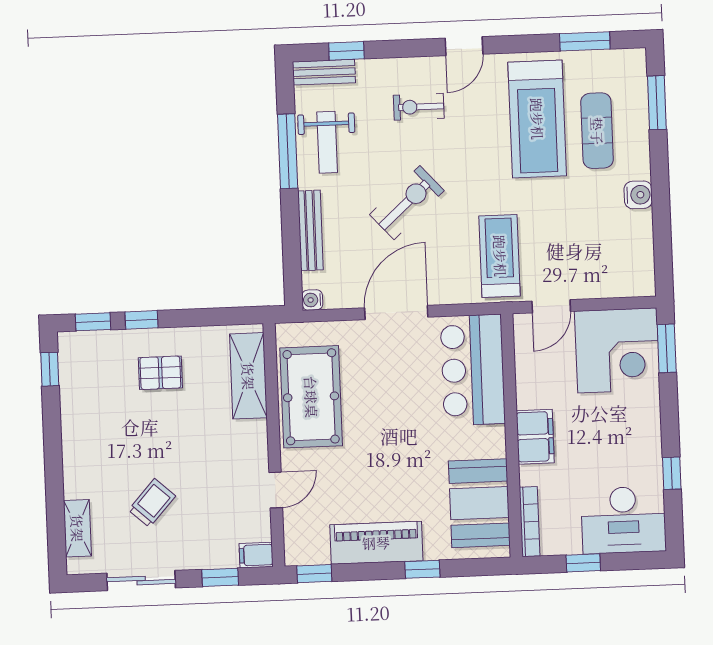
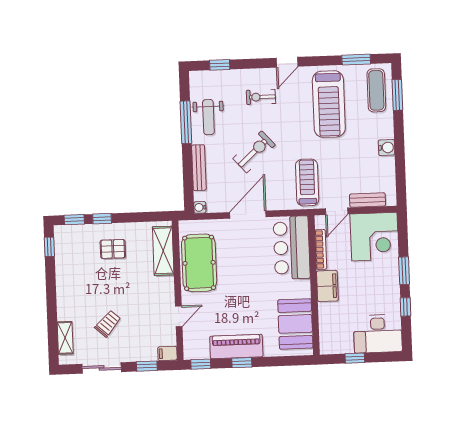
bench: (324, 72) -> (368, 200), moved
exercise mat: (597, 131) -> (376, 90), moved
window: (667, 348) -> (404, 271), moved
bookcase: (530, 522) -> (321, 249), moved
window: (422, 569) -> (242, 363), moved

